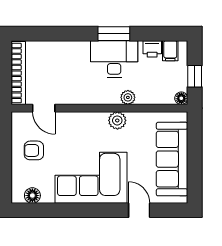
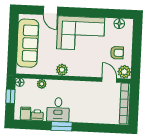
desk: (114, 59) -> (58, 110), width x0.73
plant: (128, 97) -> (42, 84), moved
plant: (21, 122) -> (124, 72), added

